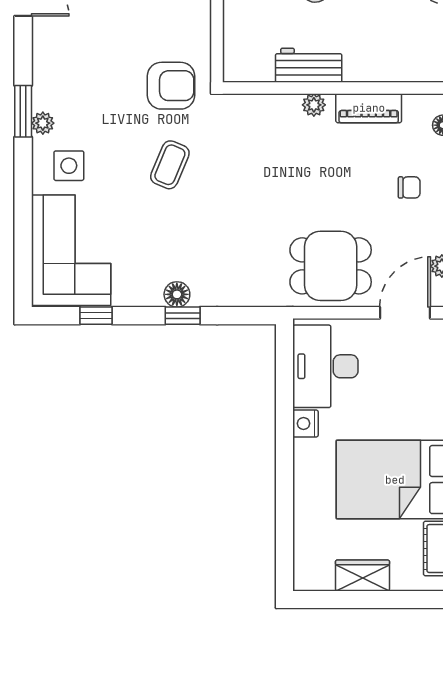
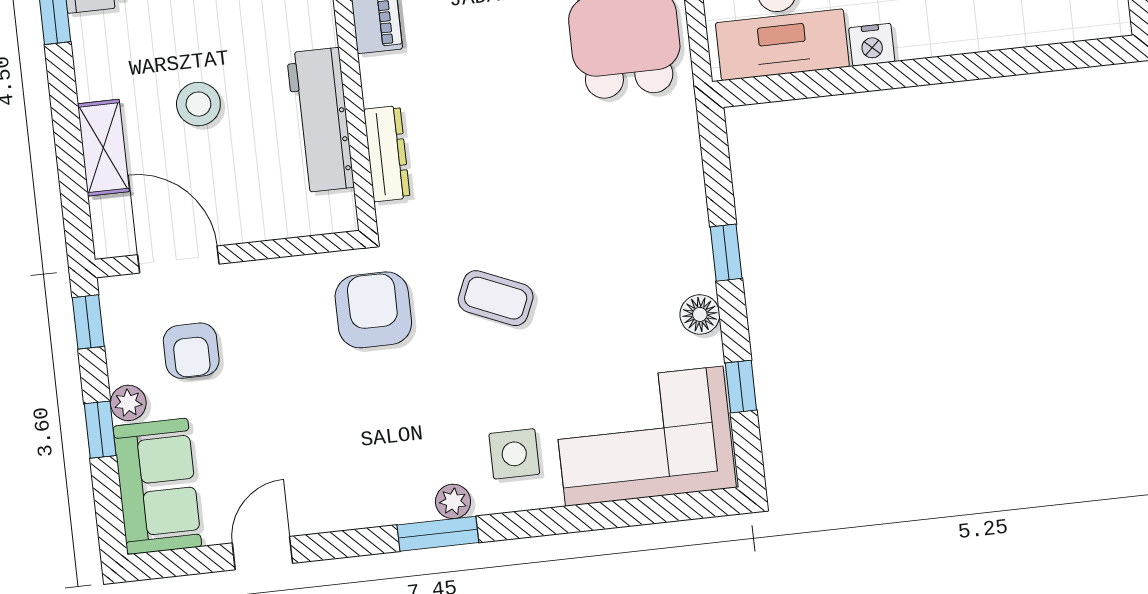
workbench: (309, 65) -> (320, 120), width x1.38
dresser: (270, 105) -> (387, 154), added
plant: (314, 105) -> (379, 86), removed
floor lamp: (177, 294) -> (700, 314), moved

